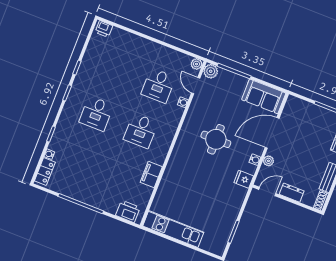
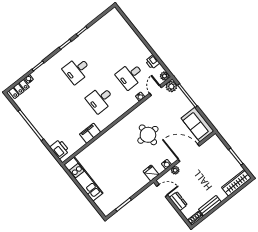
printer: (104, 29) -> (152, 62), moved

